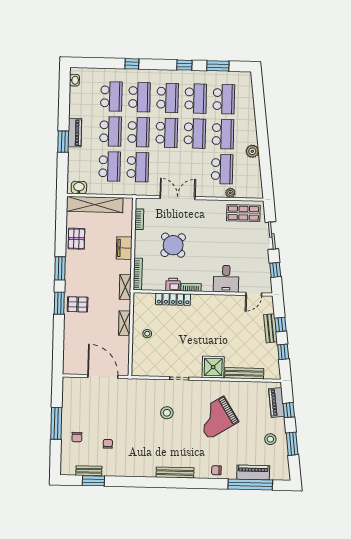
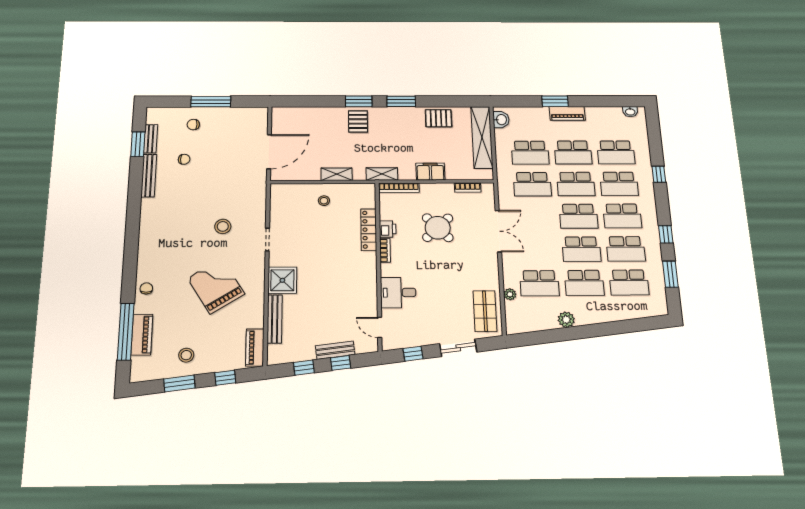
piano: (277, 402) -> (255, 347), moved, turned -83
bench: (175, 473) -> (149, 176), moved

